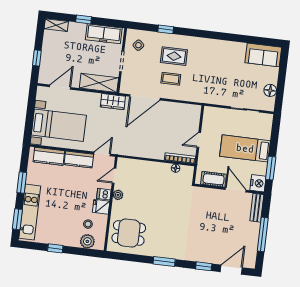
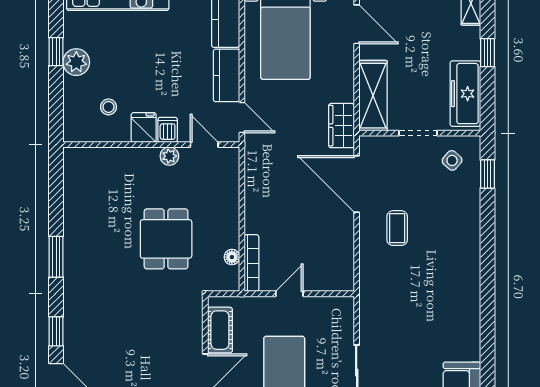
window: (166, 29) -> (487, 174), moved
rug: (174, 56) -> (440, 229), removed
door: (199, 140) -> (289, 294), hinge flipped
dining table: (129, 233) -> (166, 239), moved
plant: (87, 241) -> (76, 62), moved

